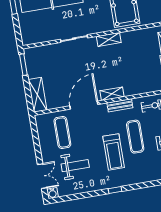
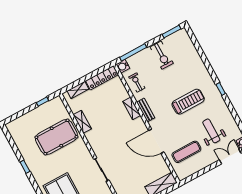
shelving: (109, 39) -> (82, 122), moved
shelving: (112, 94) -> (132, 108), moved
exercise mat: (135, 137) -> (168, 87), removed

